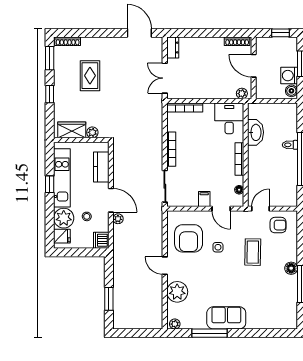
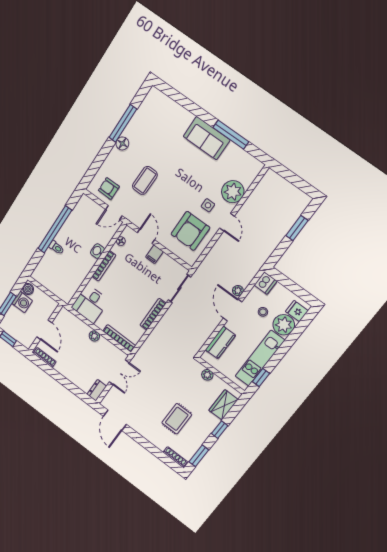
plant: (242, 94) -> (94, 336), moved
wardrobe: (72, 130) -> (223, 405), moved, turned 90
washbasin: (255, 132) -> (97, 251), moved, width x0.52, depth x0.69
window: (50, 184) -> (261, 377), moved
armchair: (189, 238) -> (190, 231), turned 180
side table: (218, 247) -> (208, 205), moved
plant: (175, 324) -> (255, 164), removed

